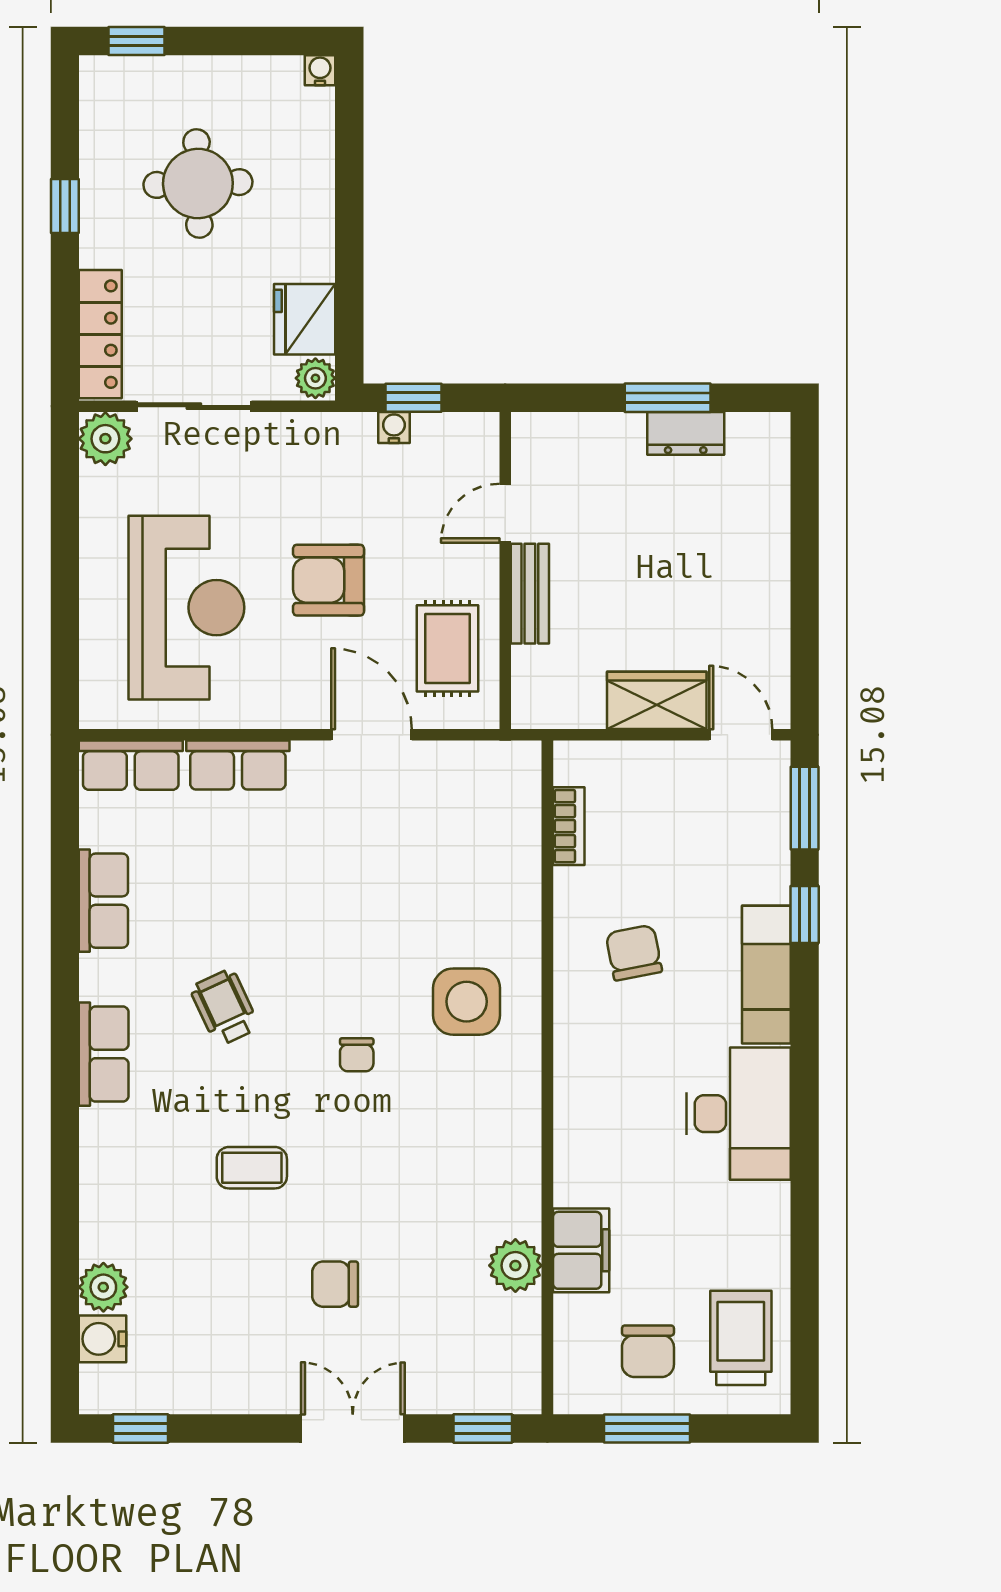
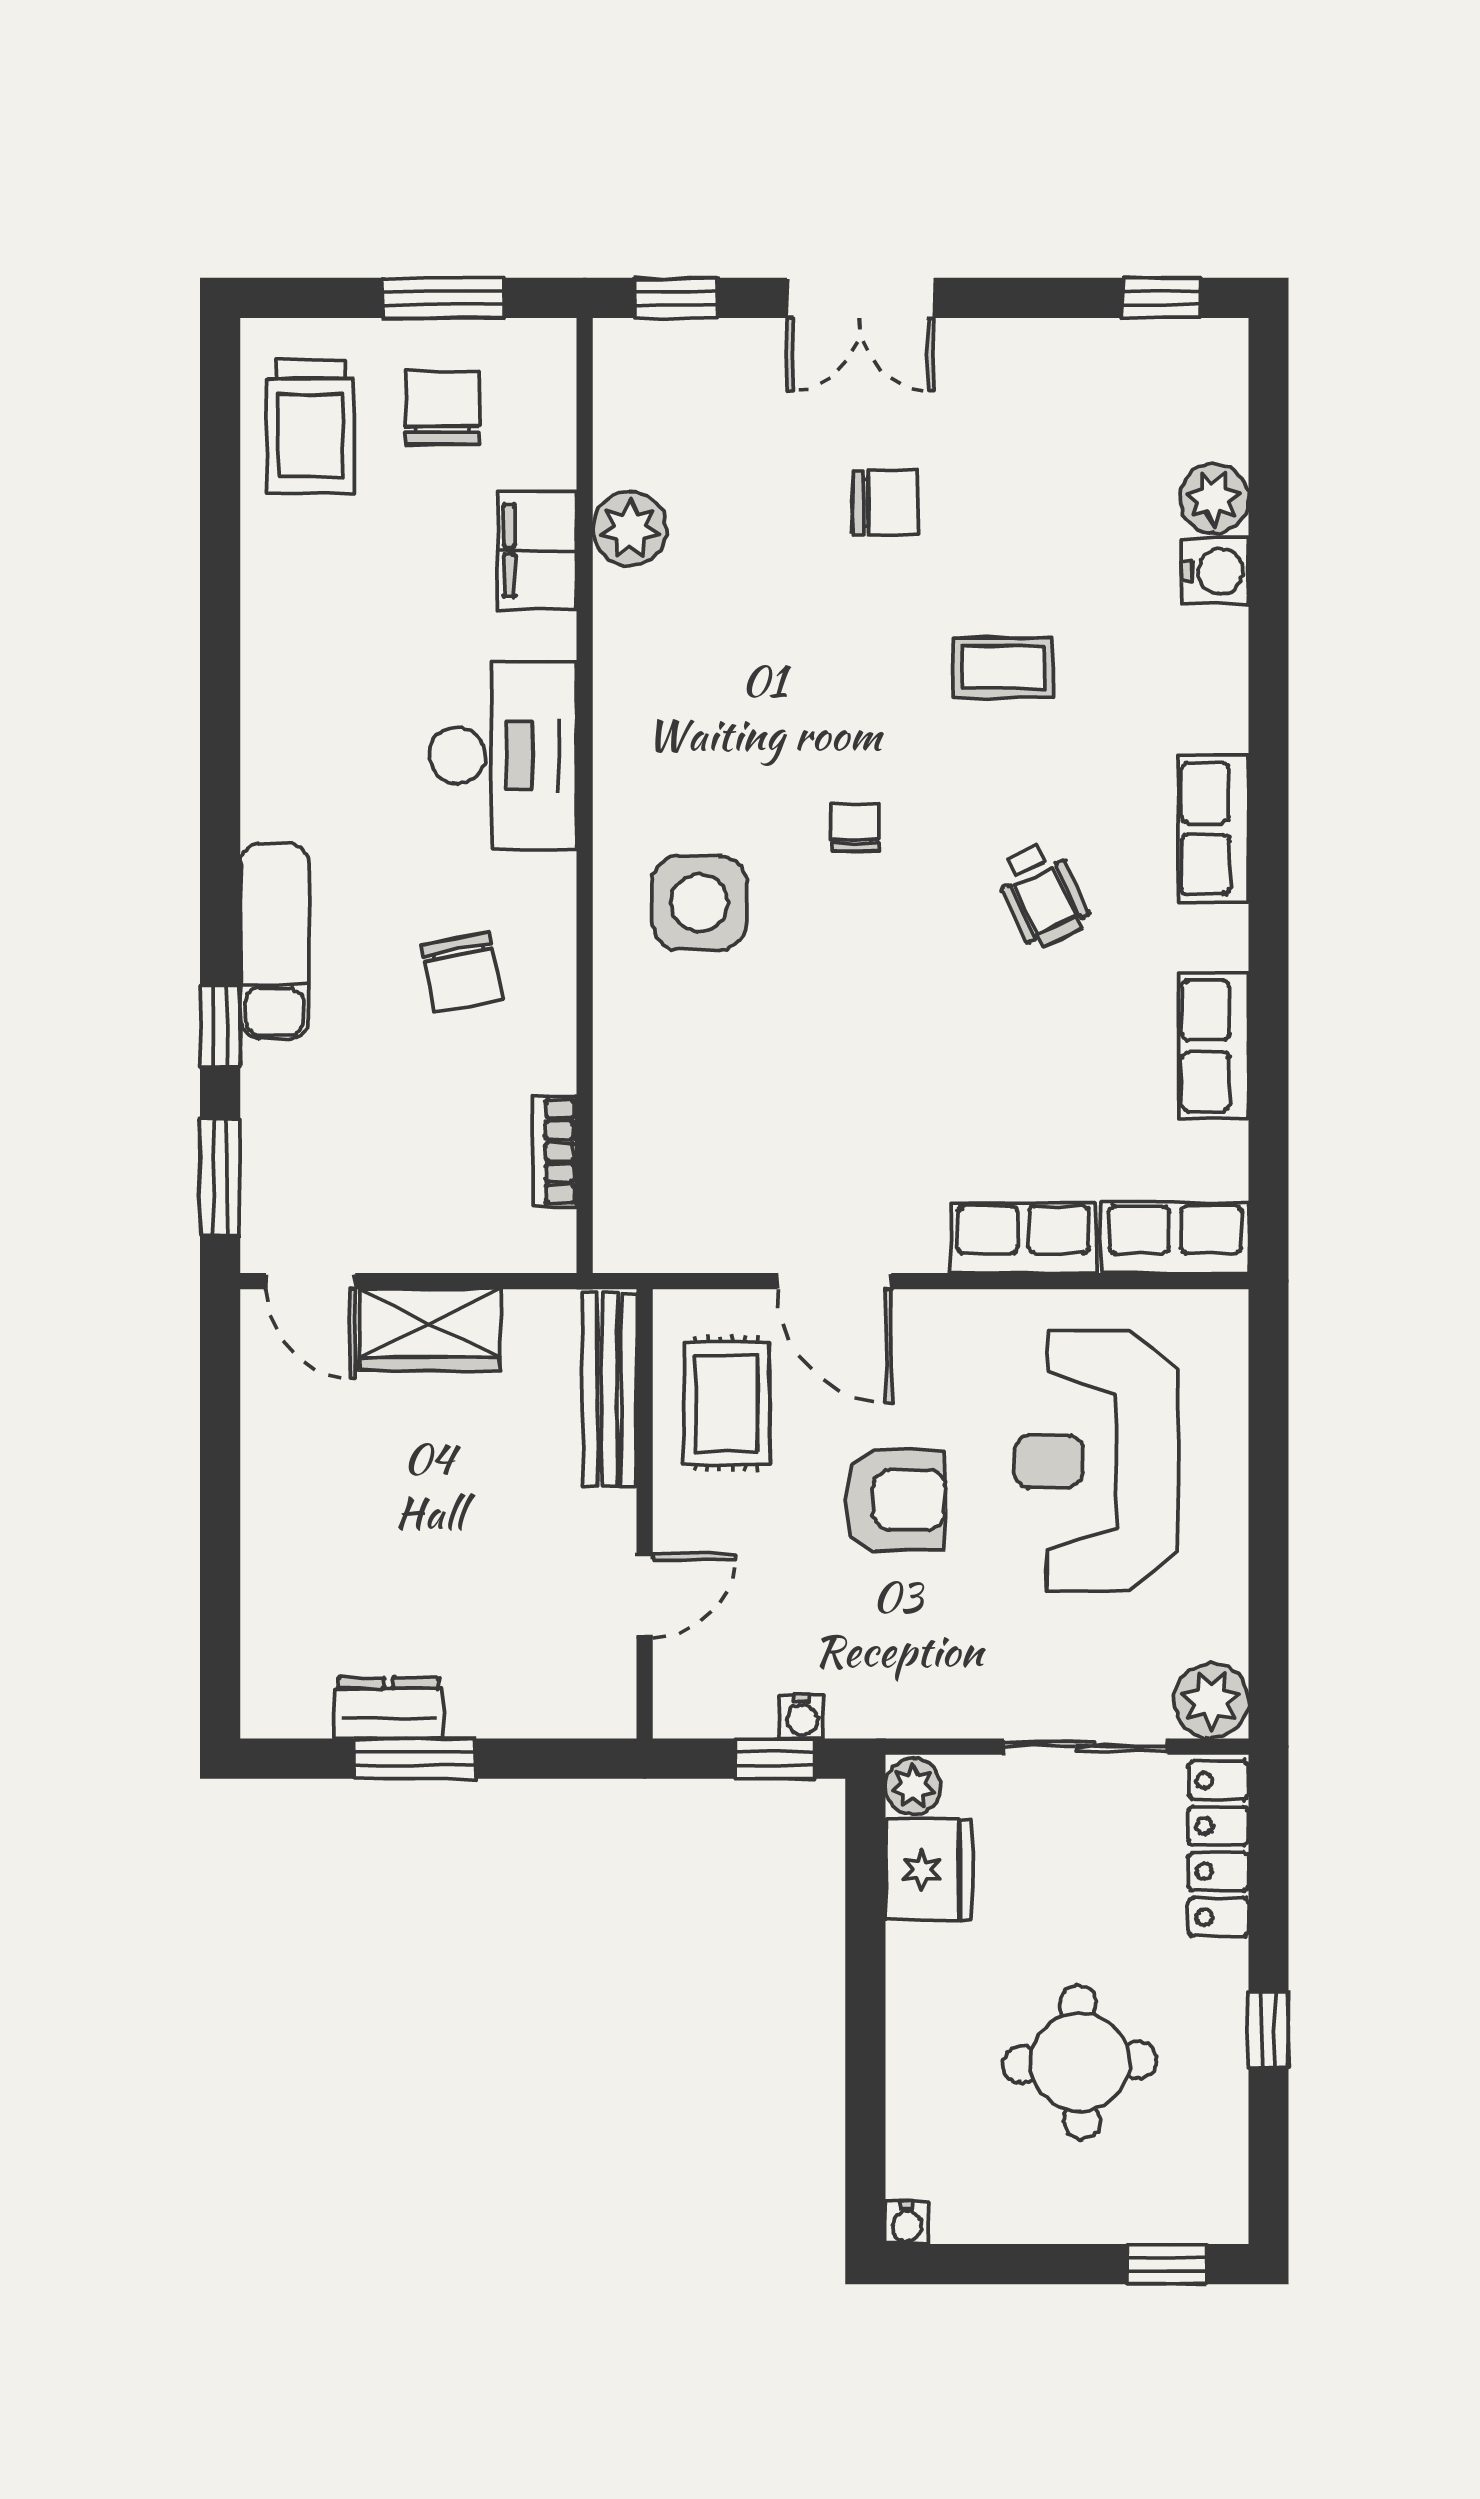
bench: (530, 594) -> (609, 1390), moved, width x1.36
desk: (738, 1114) -> (503, 755), moved, turned 180
water cooler: (103, 1339) -> (1215, 571), moved

